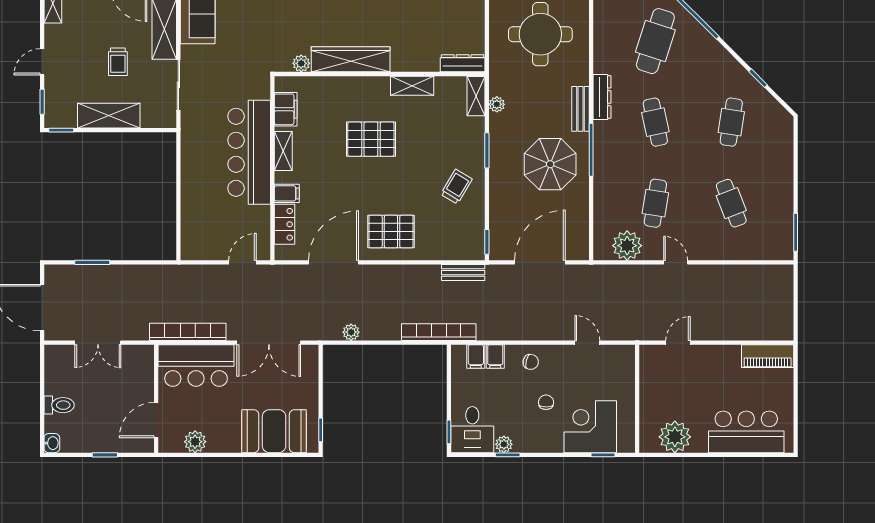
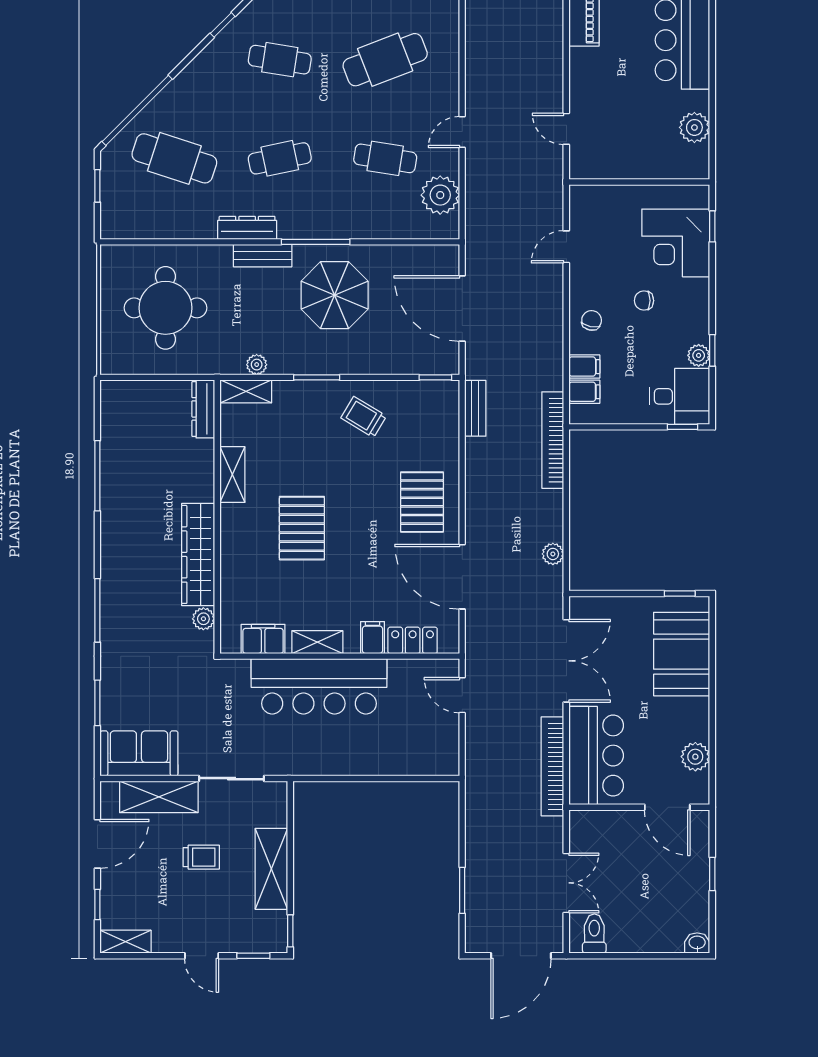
cafe table: (731, 203) -> (385, 60), width x1.37, depth x1.35
toilet: (59, 405) -> (594, 934), moved
plant: (675, 437) -> (694, 127), width x0.73, depth x0.73

